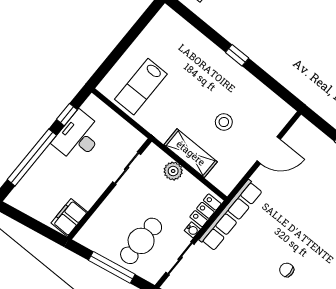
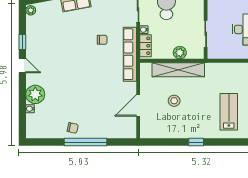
lab bench: (141, 87) -> (229, 112), moved
shelving: (191, 153) -> (178, 70), width x1.47
chair: (287, 270) -> (102, 40), moved

